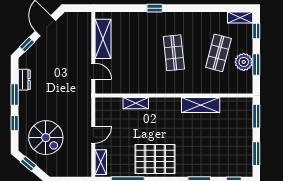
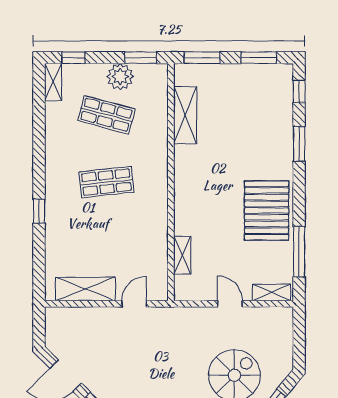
window: (256, 65) -> (141, 58), moved
shelving: (136, 103) -> (182, 255), moved
shelving: (201, 105) -> (185, 115), moved

